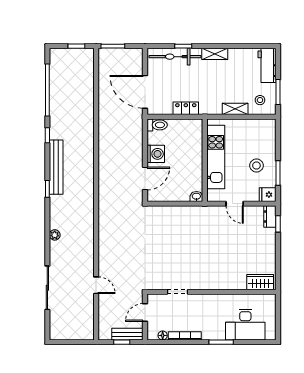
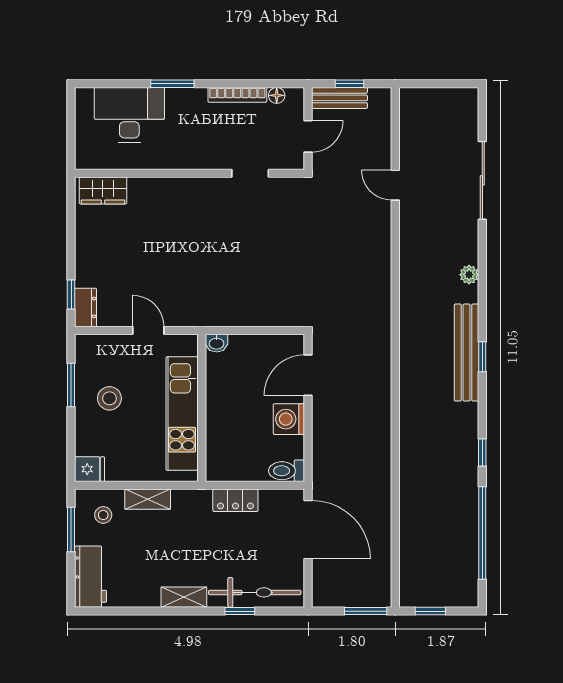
bench: (56, 167) -> (467, 353), moved
fridge: (268, 195) -> (90, 469), moved

